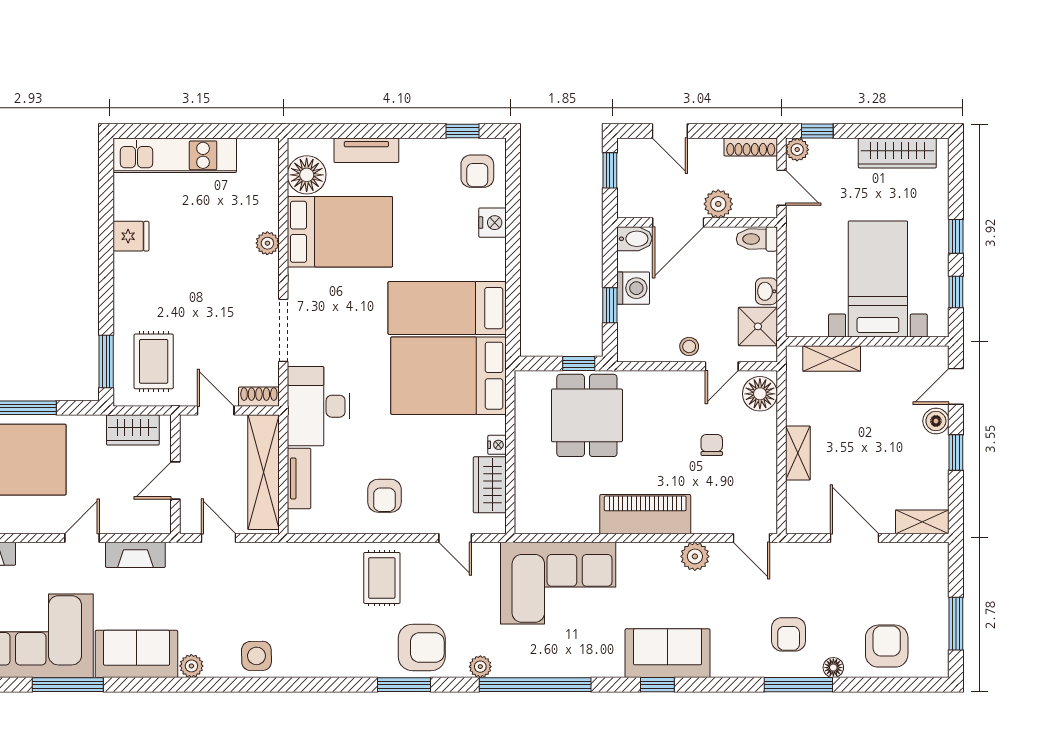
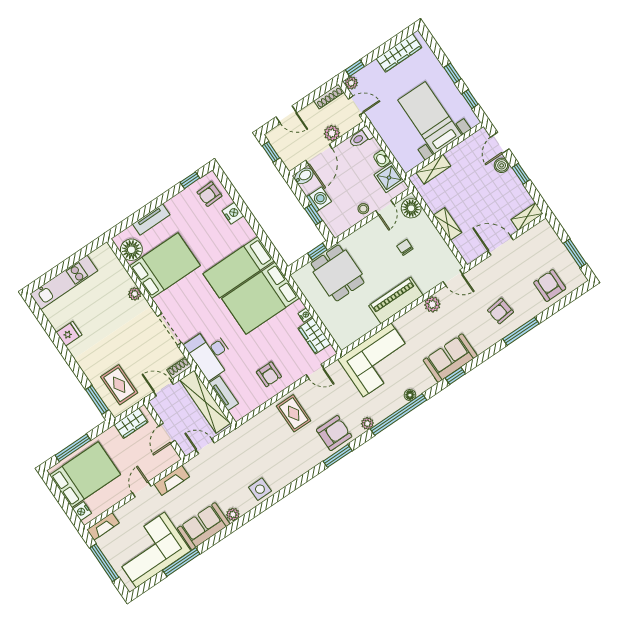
armchair: (477, 171) -> (209, 194), turned 88
armchair: (789, 634) -> (500, 311), turned 83
floor lamp: (833, 668) -> (410, 395), moved

